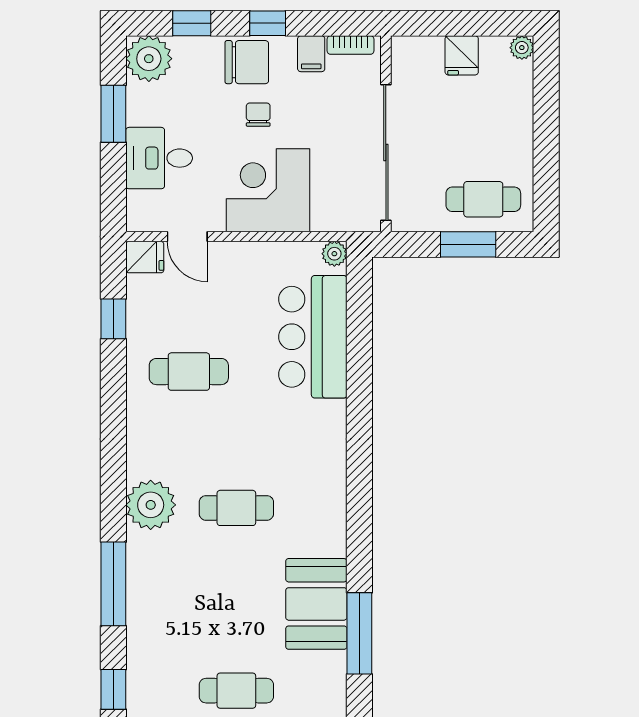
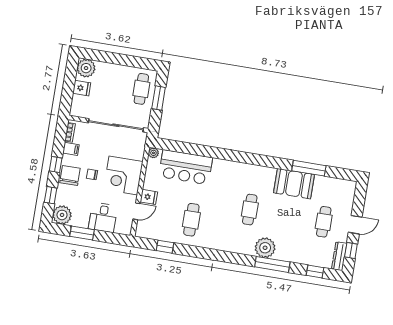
plant: (522, 48) -> (86, 68), width x1.88, depth x1.88
fridge: (145, 257) -> (149, 197), moved, turned 90
plant: (151, 505) -> (265, 248), moved

